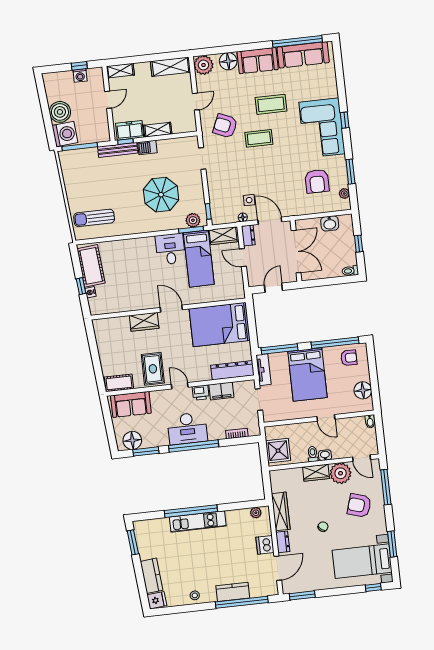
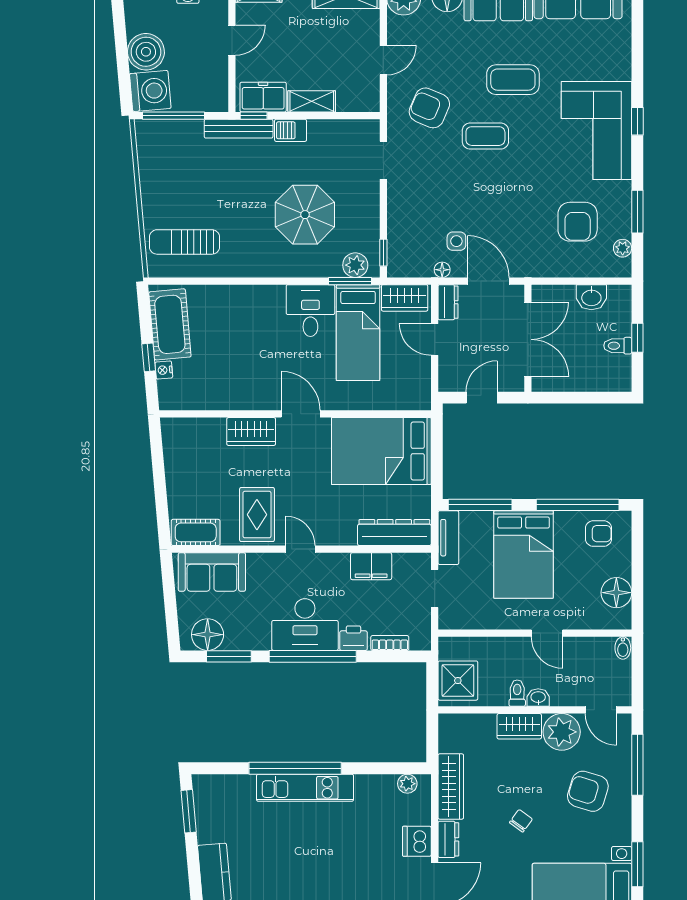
toilet: (350, 271) -> (618, 346), moved
printer: (201, 393) -> (353, 638), moved, turned 180

